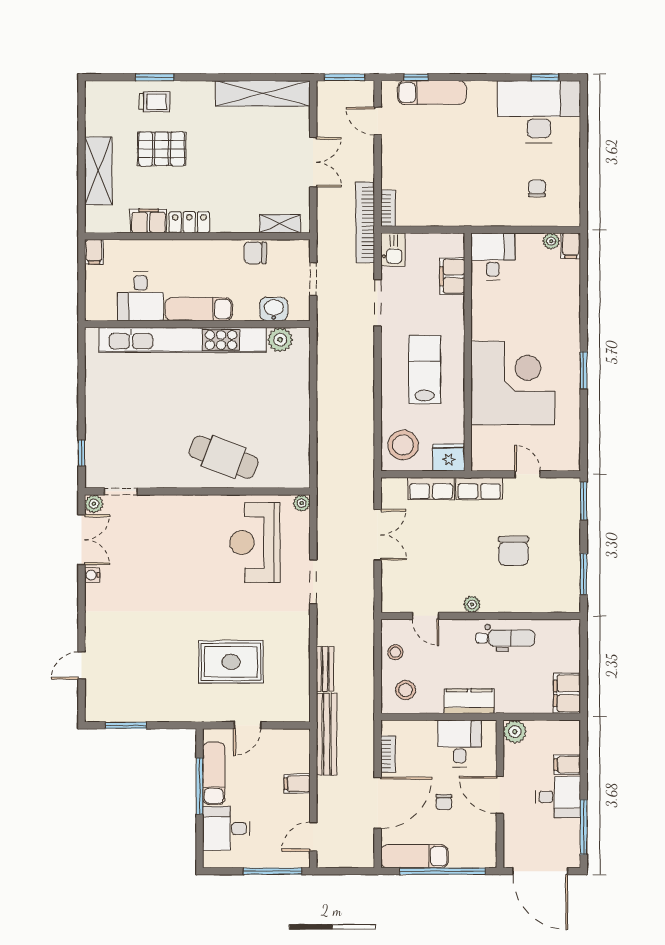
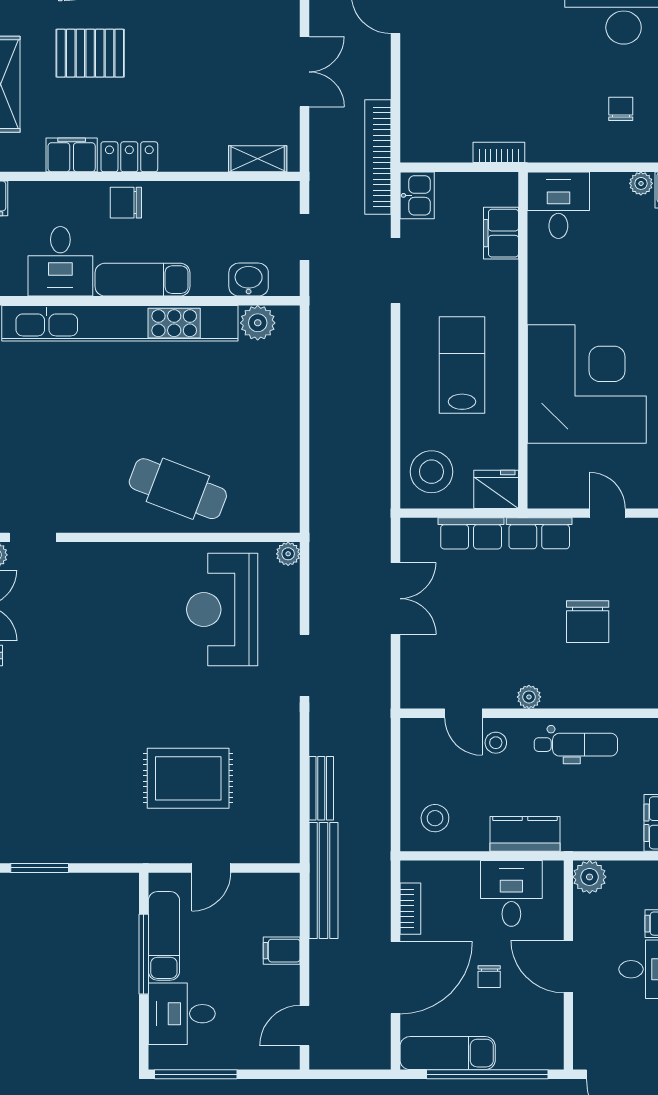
bookcase: (388, 208) -> (499, 152), moved, turned -90
chair: (255, 253) -> (126, 203), moved
stool: (395, 652) -> (496, 743), moved
window: (273, 871) -> (196, 1074), moved

